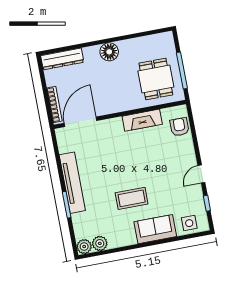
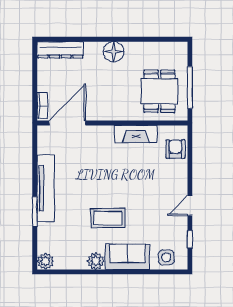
bookcase: (54, 105) -> (42, 106), width x0.64
plant: (100, 243) -> (96, 261), moved

